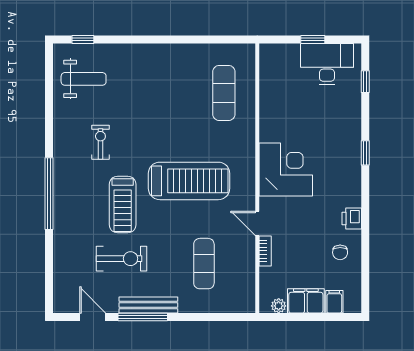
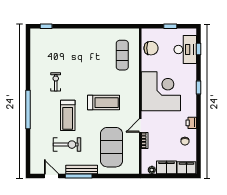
desk: (327, 64) -> (185, 50), moved, turned 90
weight bench: (84, 79) -> (47, 48), removed
chair: (277, 80) -> (151, 48), added
corner desk: (286, 169) -> (161, 91), width x1.36, depth x1.36
treadmill: (189, 181) -> (103, 103), width x0.73, depth x0.73
door: (257, 223) -> (140, 126), hinge flipped
exercise mat: (204, 264) -> (112, 147), width x2.00, depth x1.45
filing cabinet: (334, 302) -> (186, 168), width x2.00

